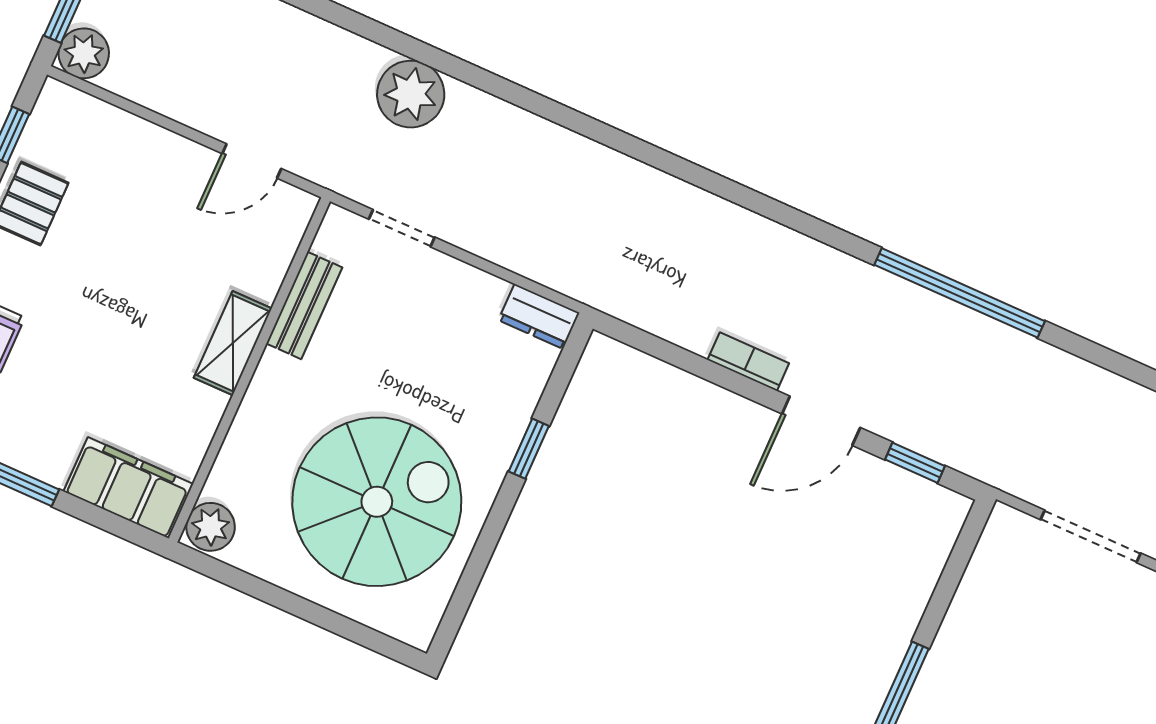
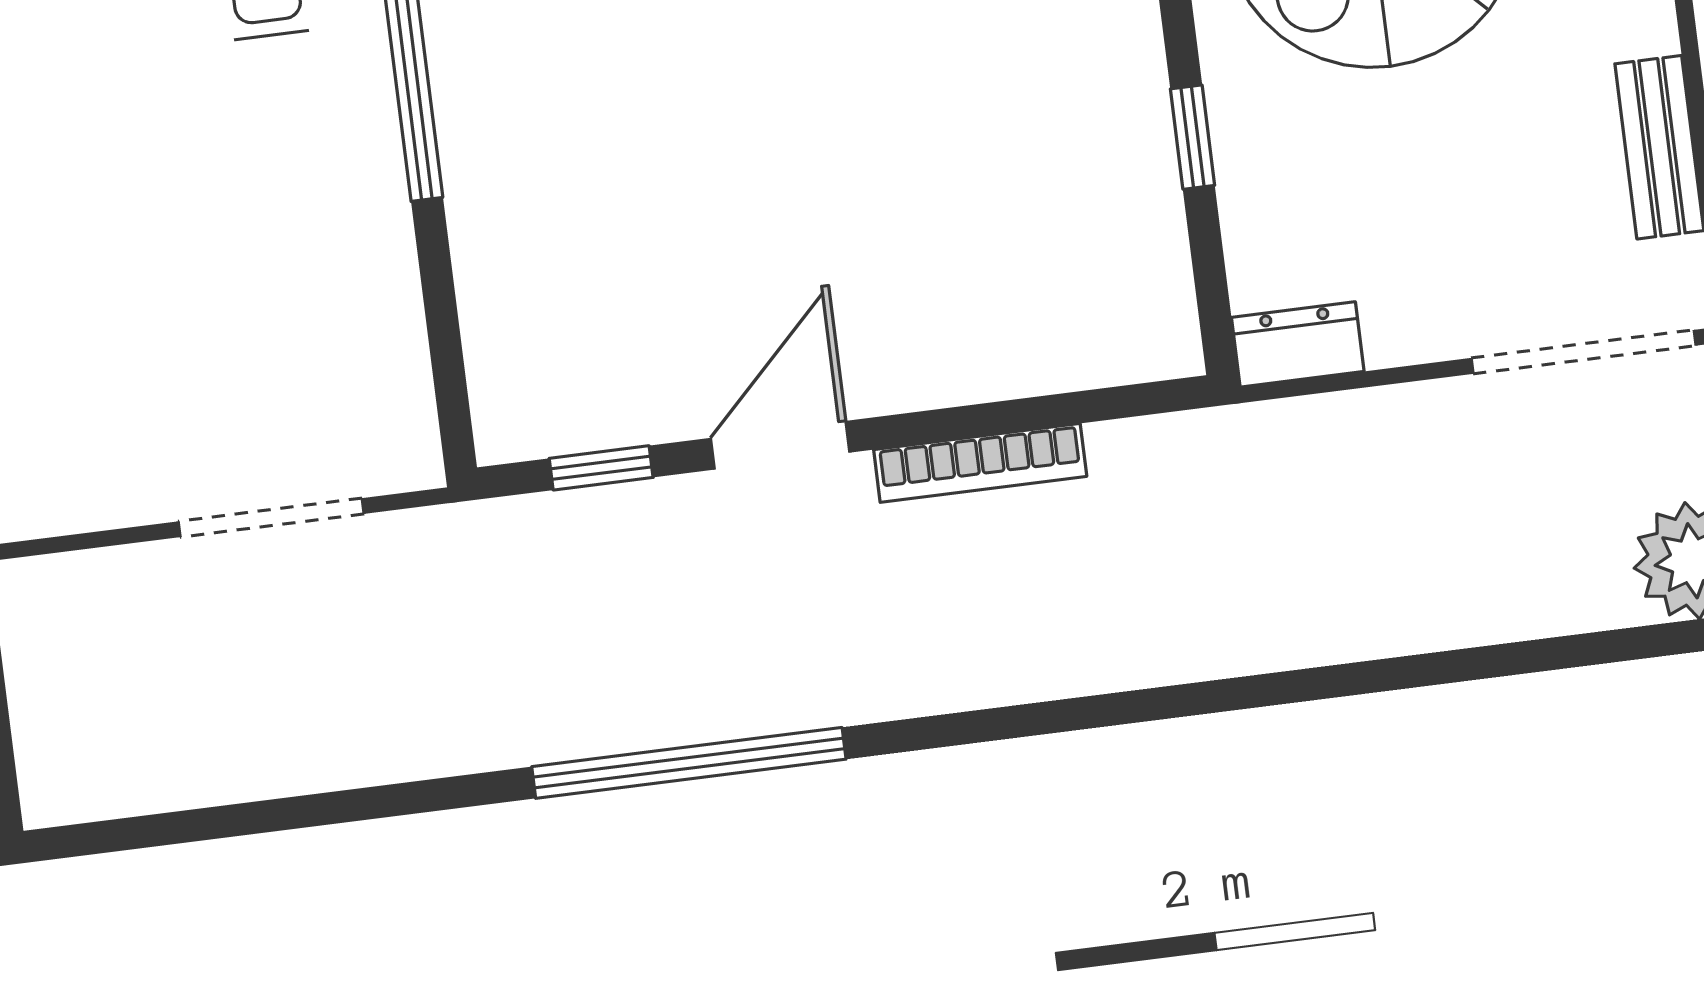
doorway: (402, 228) -> (1584, 352), width x1.88
bookcase: (748, 362) -> (980, 463), width x1.56

